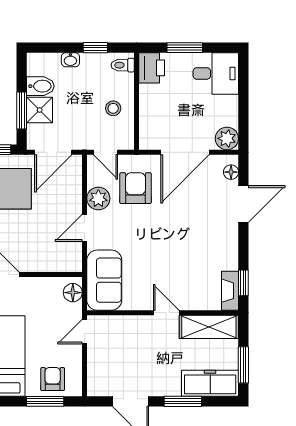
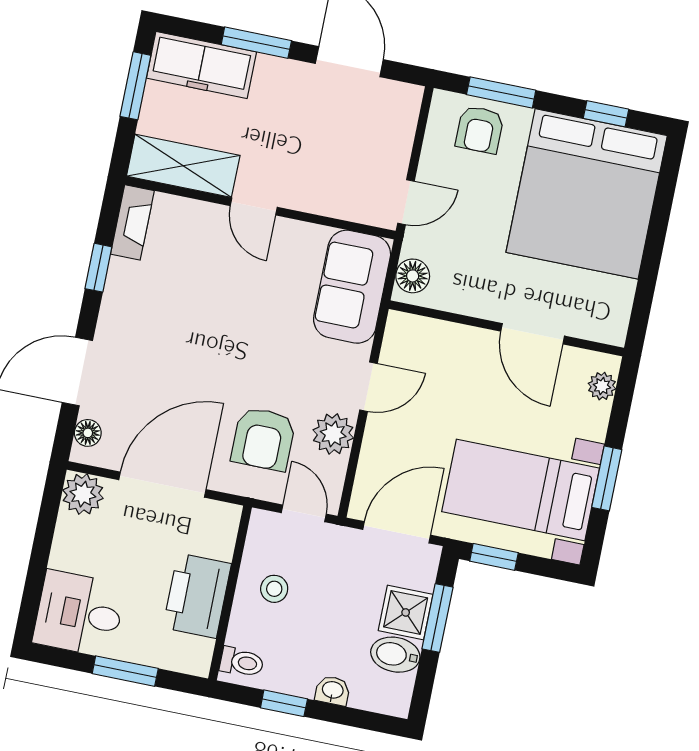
printer: (152, 68) -> (197, 596), moved, width x1.37, depth x1.19
window: (243, 283) -> (98, 268), moved

